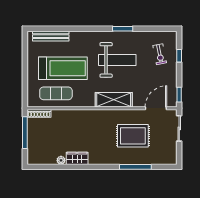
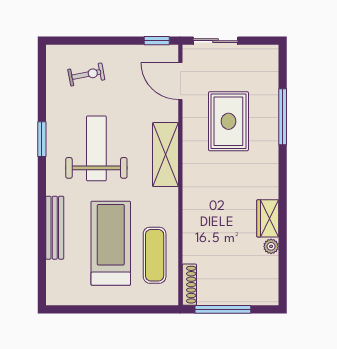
bench: (51, 36) -> (55, 228), moved
window: (179, 56) -> (89, 41), removed

